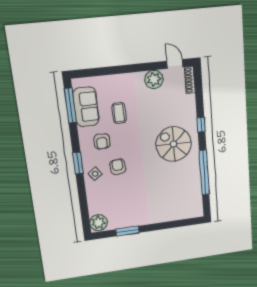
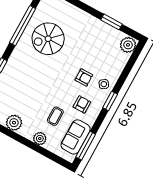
plant: (119, 81) -> (40, 139), added
spiral stairs: (174, 144) -> (48, 39), moved, turned 90
armchair: (118, 167) -> (84, 77), turned -85

